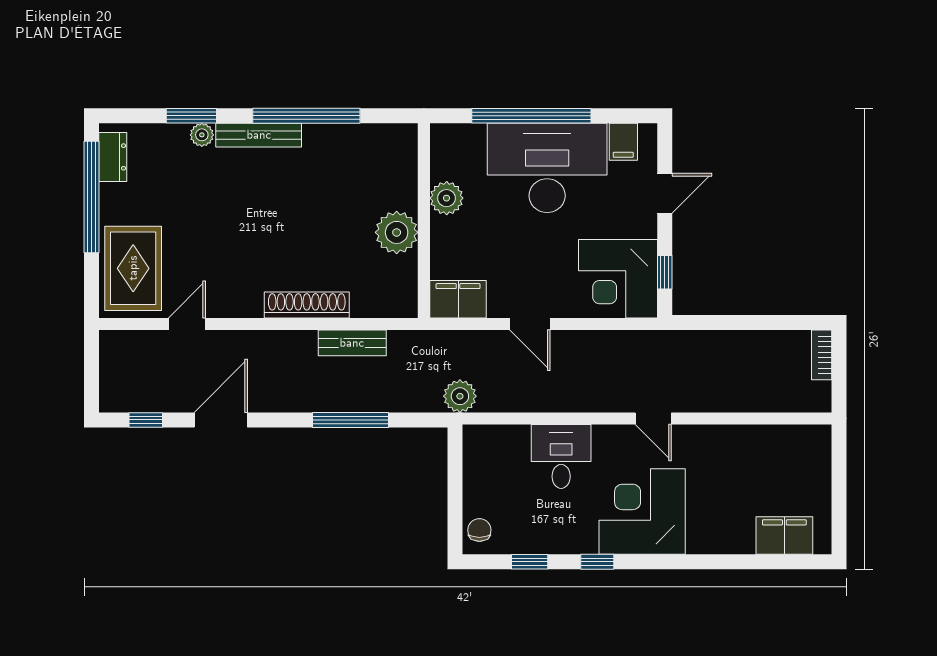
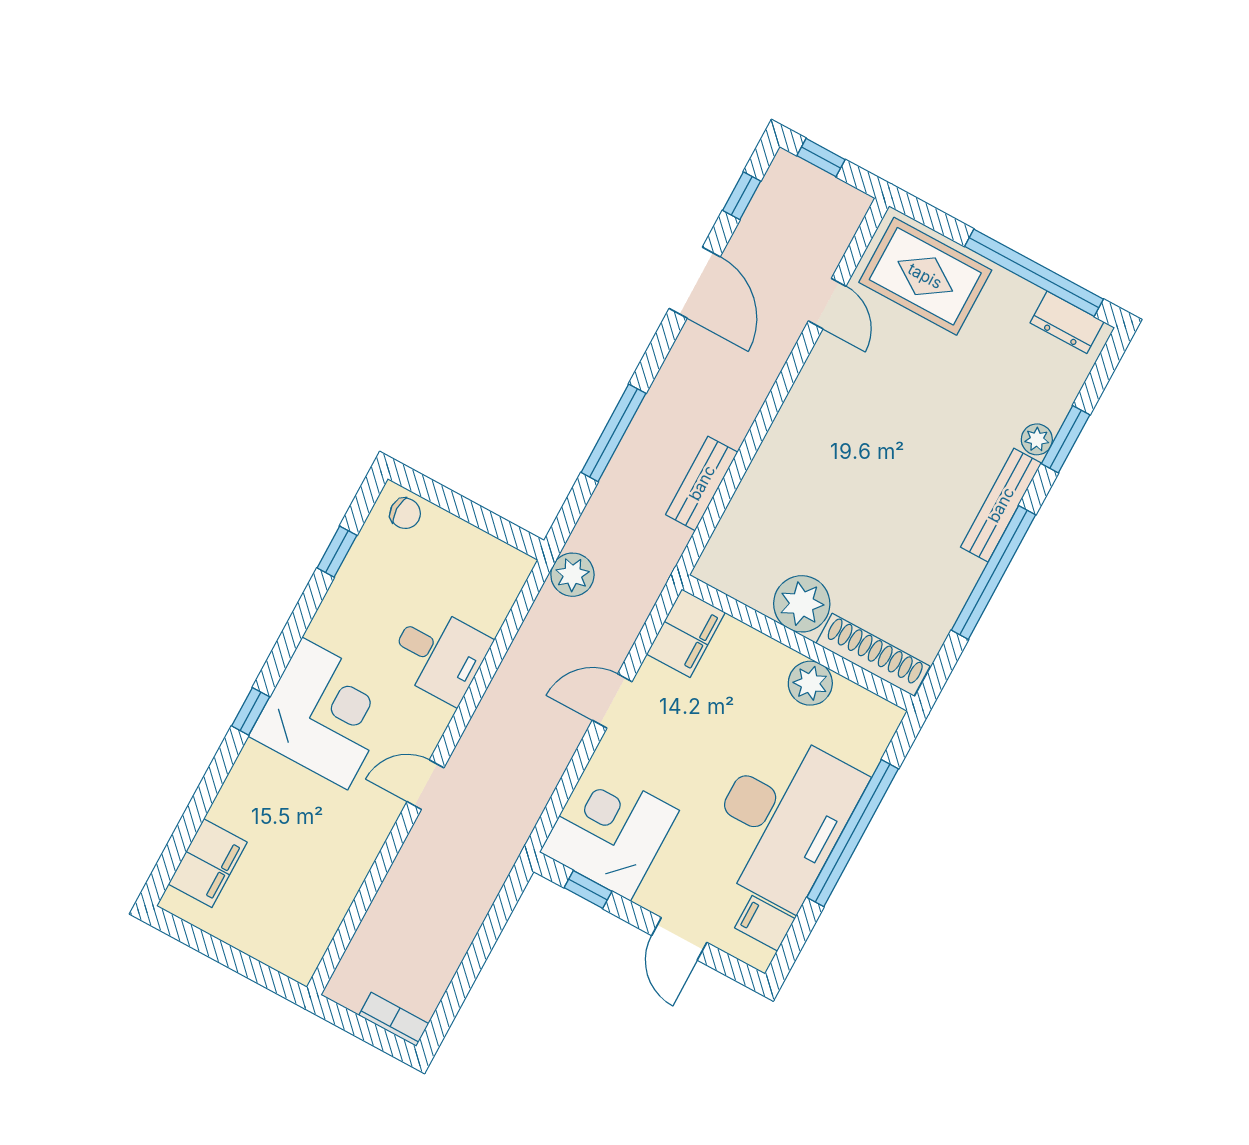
shoe rack: (307, 305) -> (873, 655), moved, turned -90
window: (92, 381) -> (821, 158), added
window: (597, 562) -> (251, 711), moved

